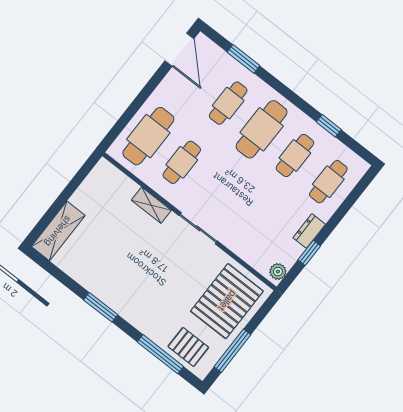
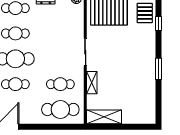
shelving: (58, 231) -> (104, 117), moved
window: (160, 354) -> (158, 23), width x0.46

